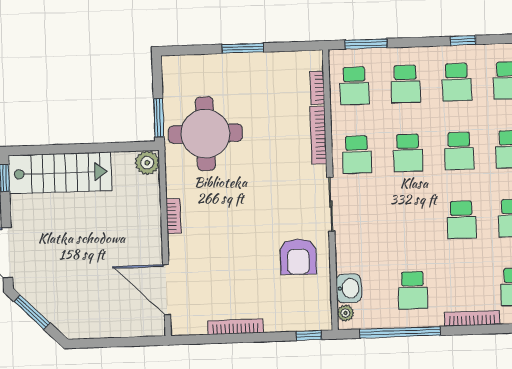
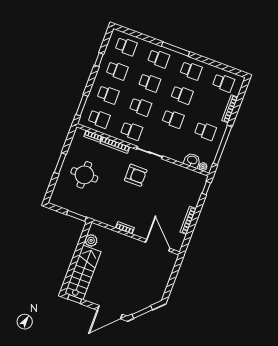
round table: (205, 134) -> (84, 175), moved, width x0.73, depth x0.73
plant: (147, 163) -> (91, 240), moved
school desk: (410, 222) -> (173, 119), added
armchair: (298, 257) -> (136, 175), moved
door: (167, 290) -> (158, 245), swing flipped

